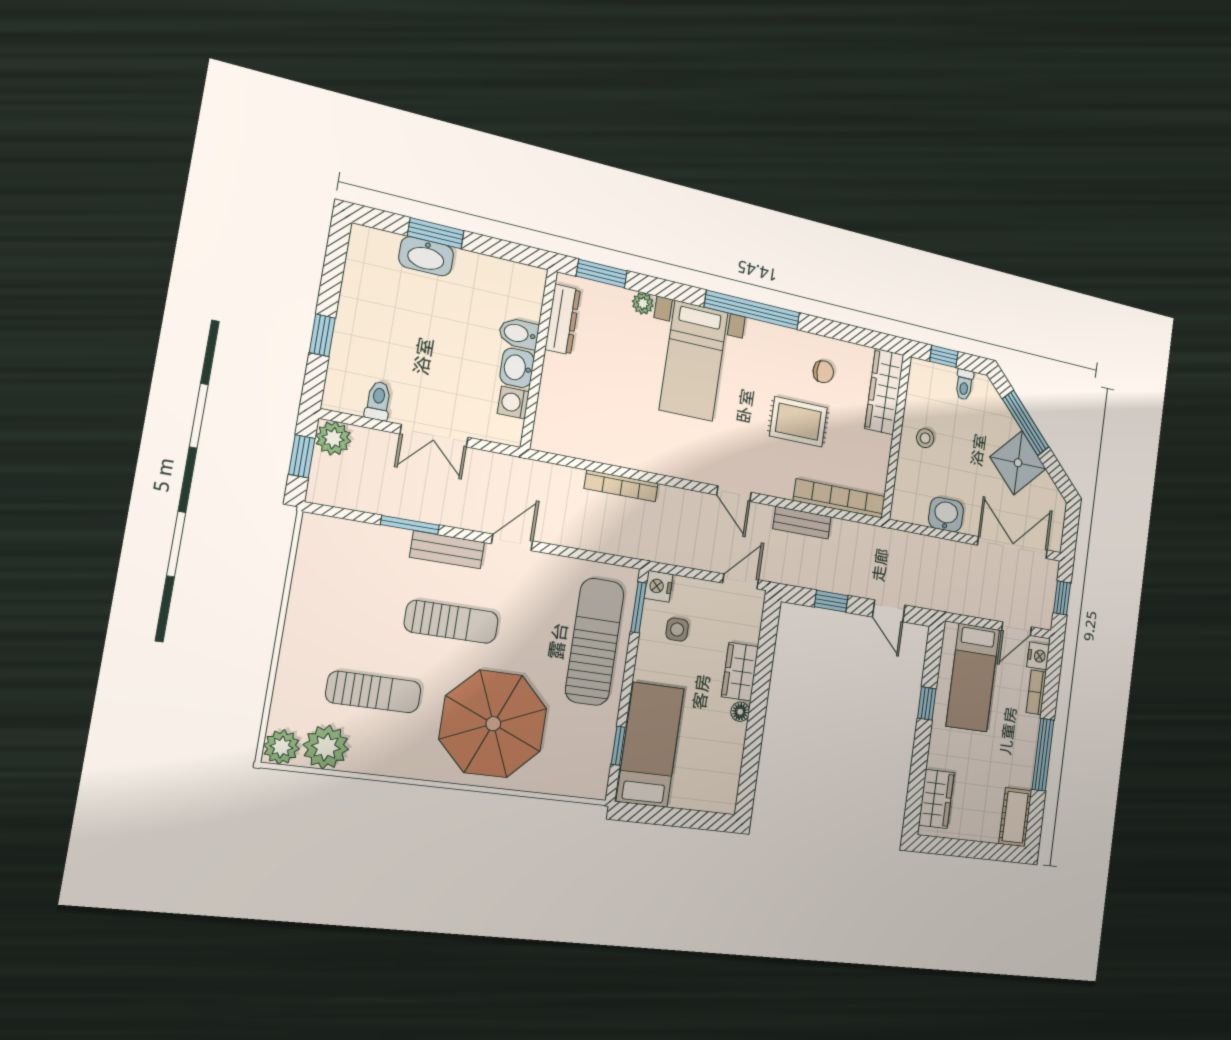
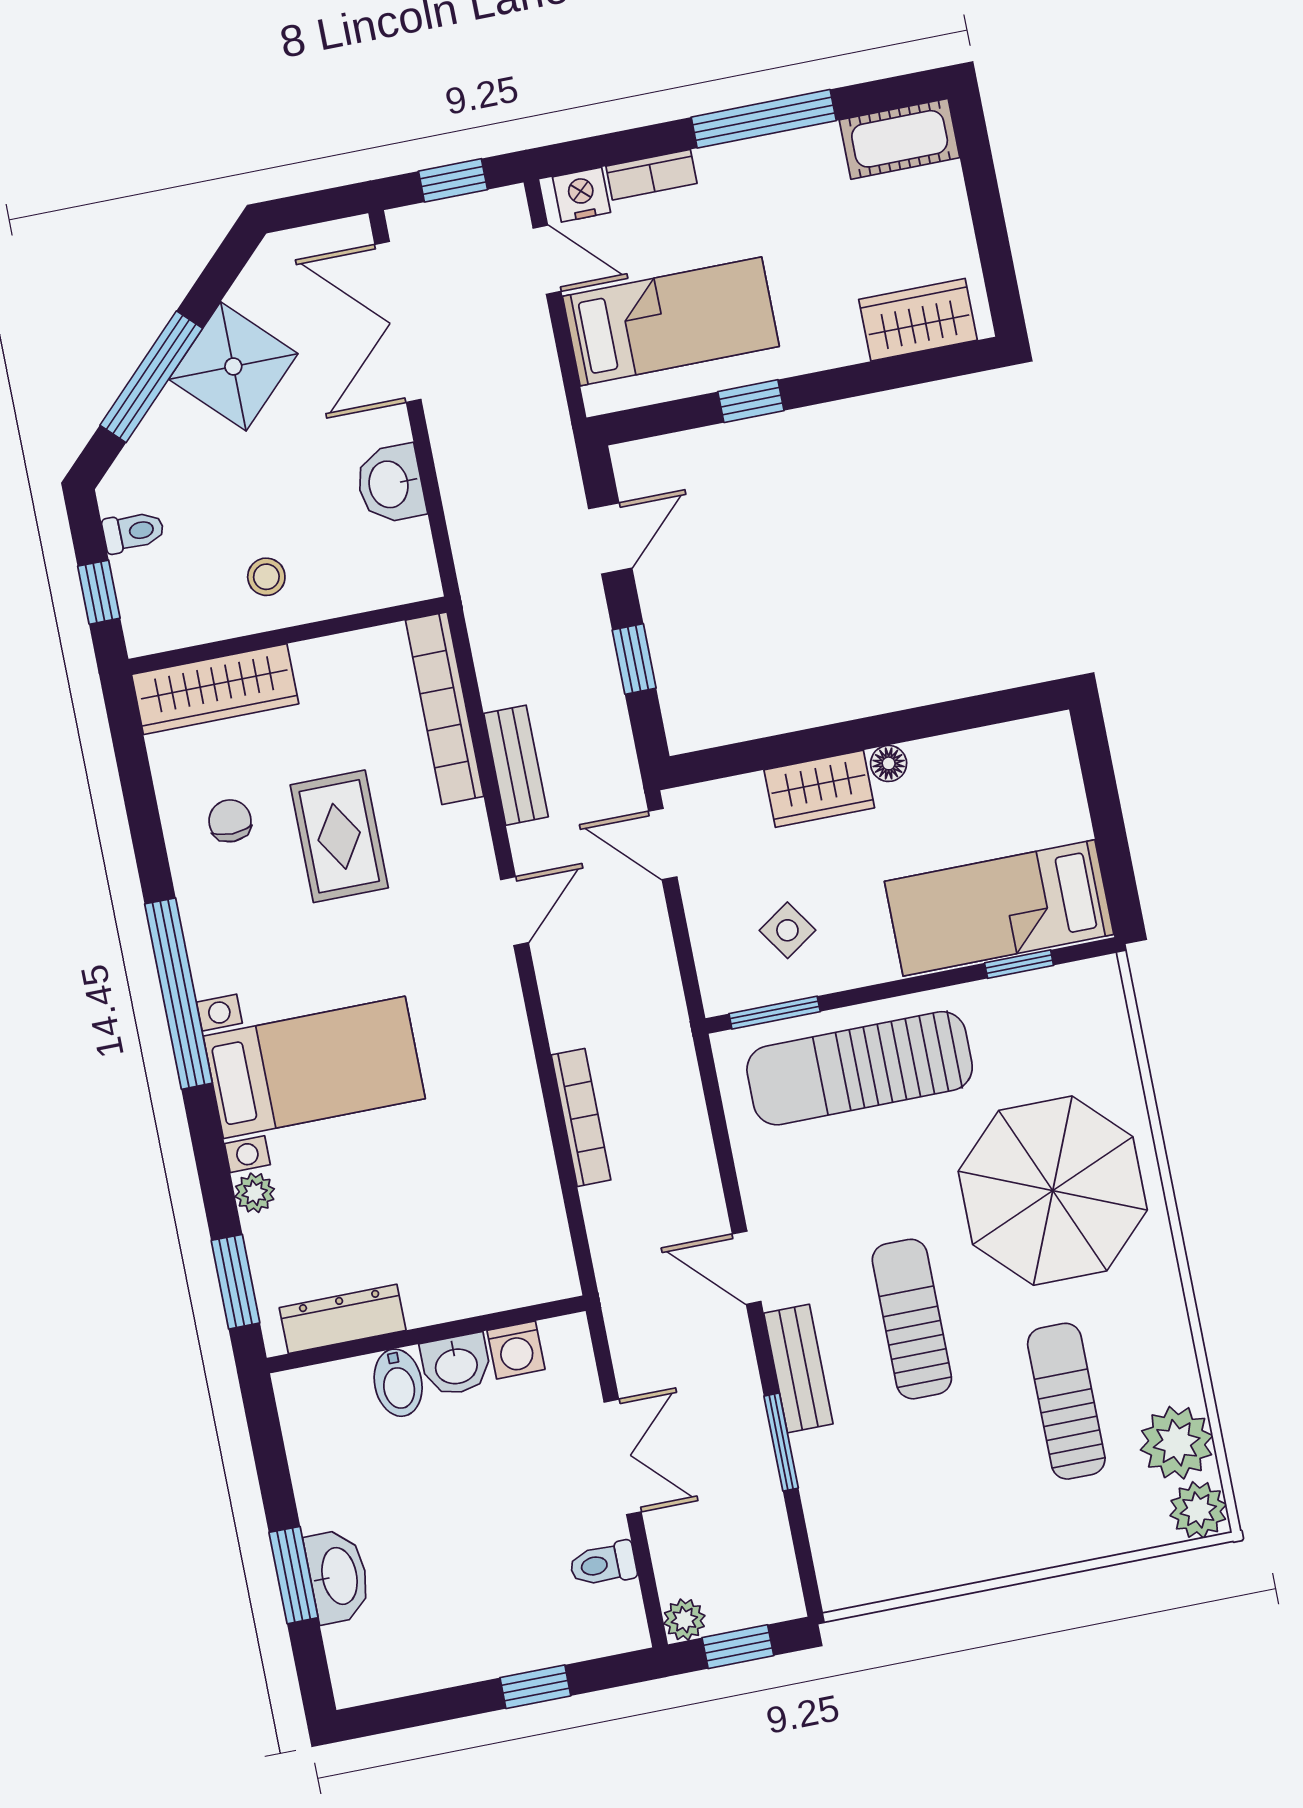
plant: (333, 438) -> (684, 1620), width x0.73, depth x0.73
nightstand: (659, 586) -> (726, 990), removed
side table: (677, 629) -> (787, 930), turned -34

